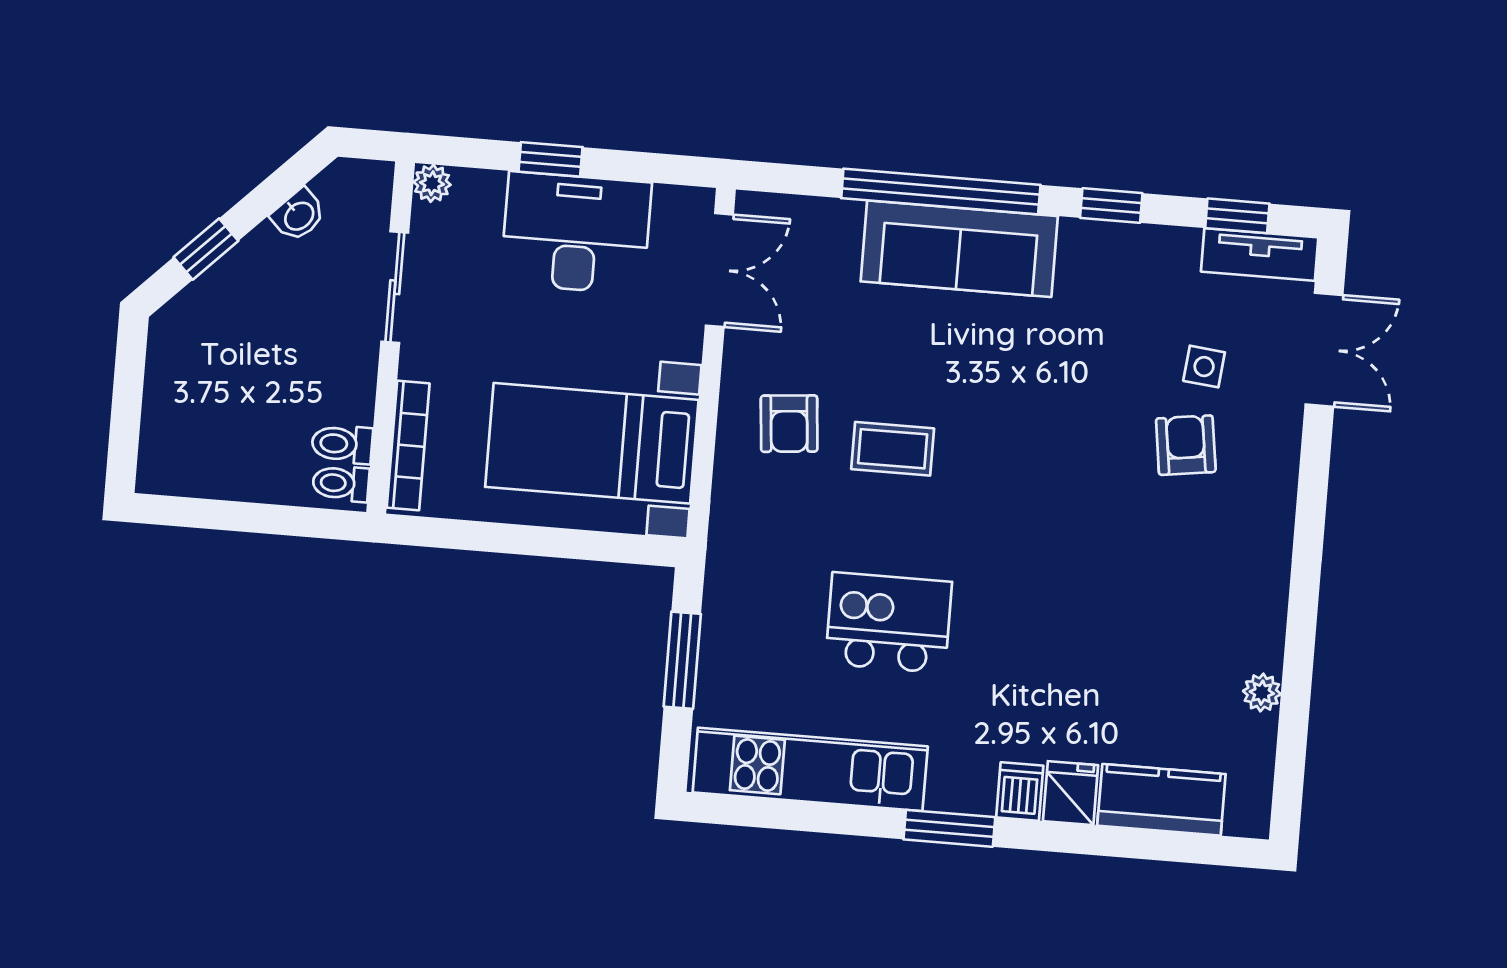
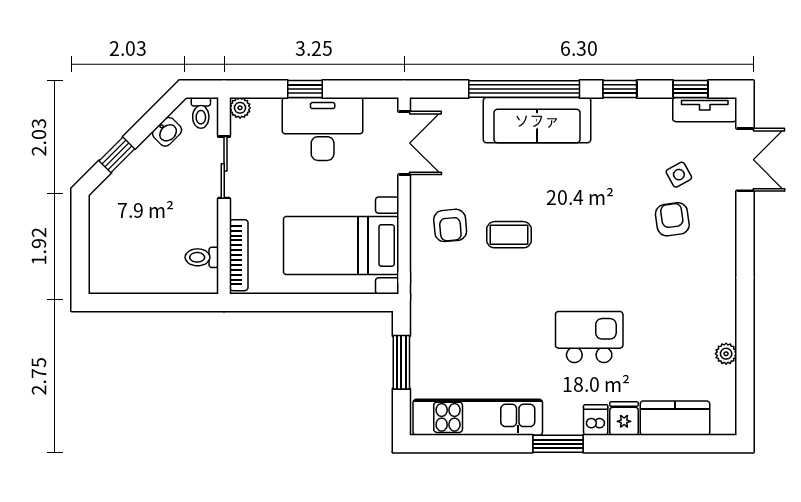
side table: (1204, 367) -> (679, 175), turned -35
toilet: (341, 483) -> (201, 113), moved, turned -90
kitchen island: (889, 623) -> (589, 337), moved

